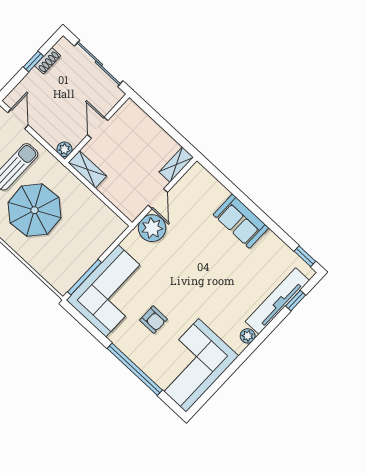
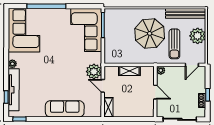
door: (18, 119) -> (192, 65), hinge flipped
shelving: (87, 169) -> (129, 71), moved
sofa: (241, 221) -> (65, 109), width x1.36
armchair: (154, 320) -> (58, 34), removed

